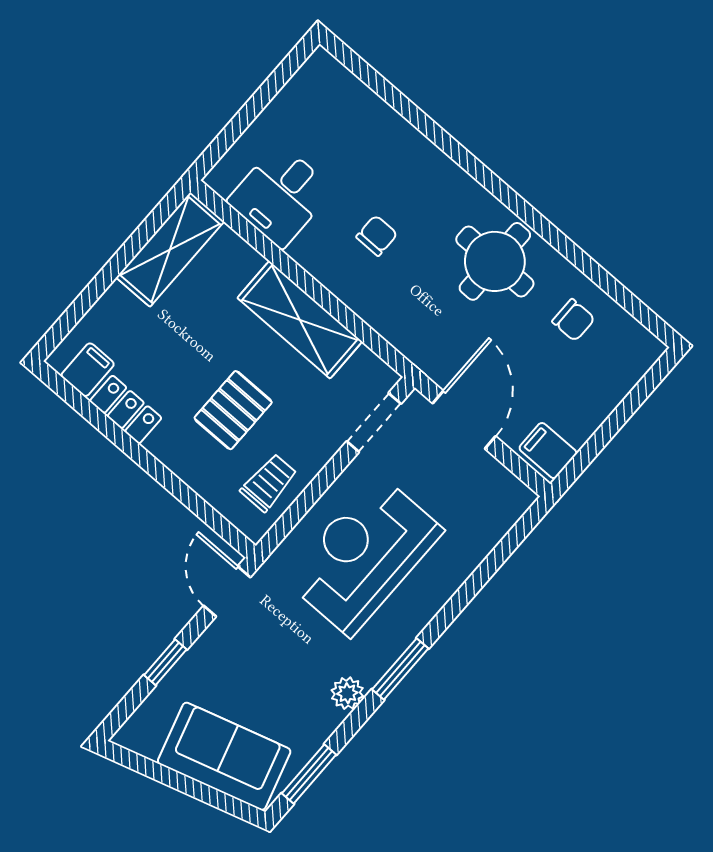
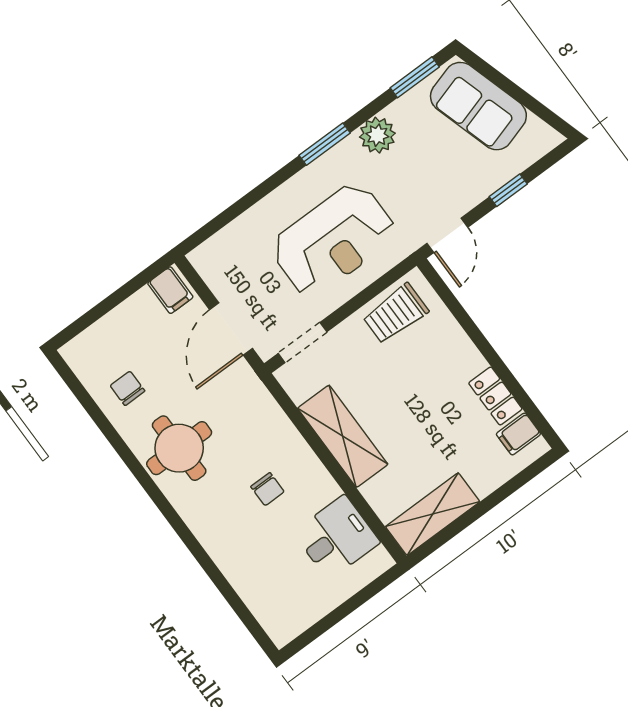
chair: (377, 236) -> (267, 489), turned -90
pallet: (233, 410) -> (411, 377), removed
trolley: (269, 483) -> (396, 314), width x1.36, depth x1.39
plant: (347, 693) -> (377, 135), width x1.38, depth x1.38

